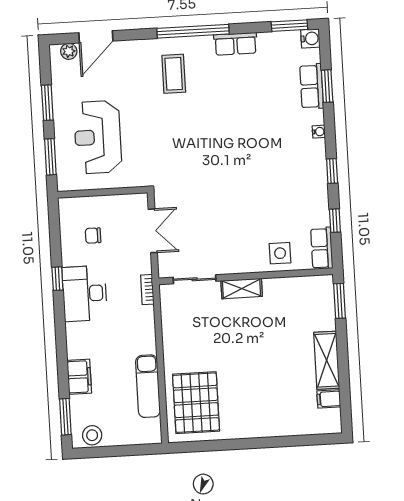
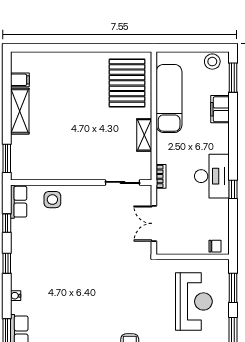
chair: (93, 236) -> (215, 246), moved
shelving: (242, 289) -> (144, 135), moved, turned 90
exam couch: (148, 386) -> (169, 98), width x1.36, depth x1.45

